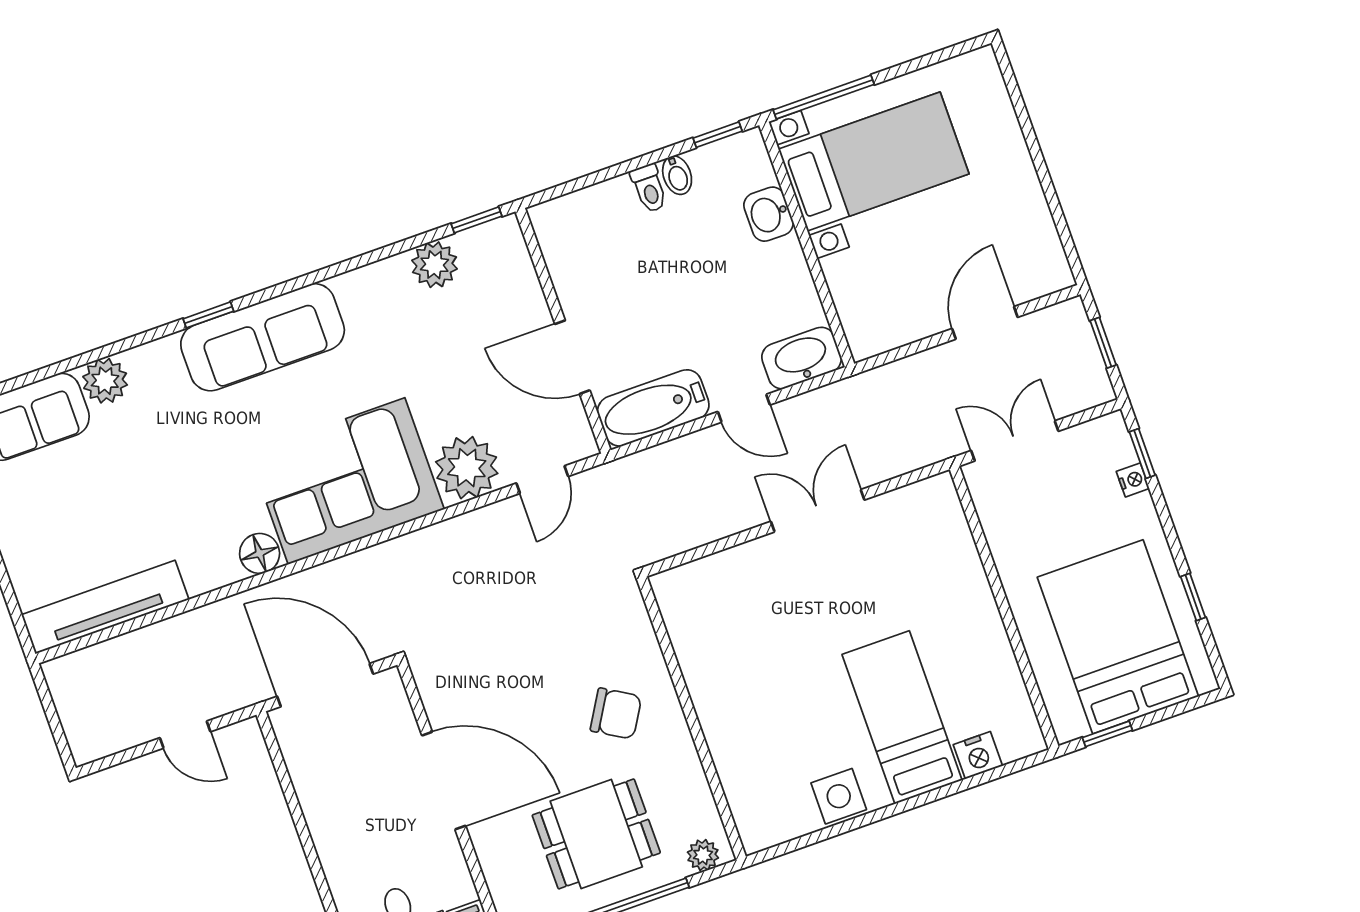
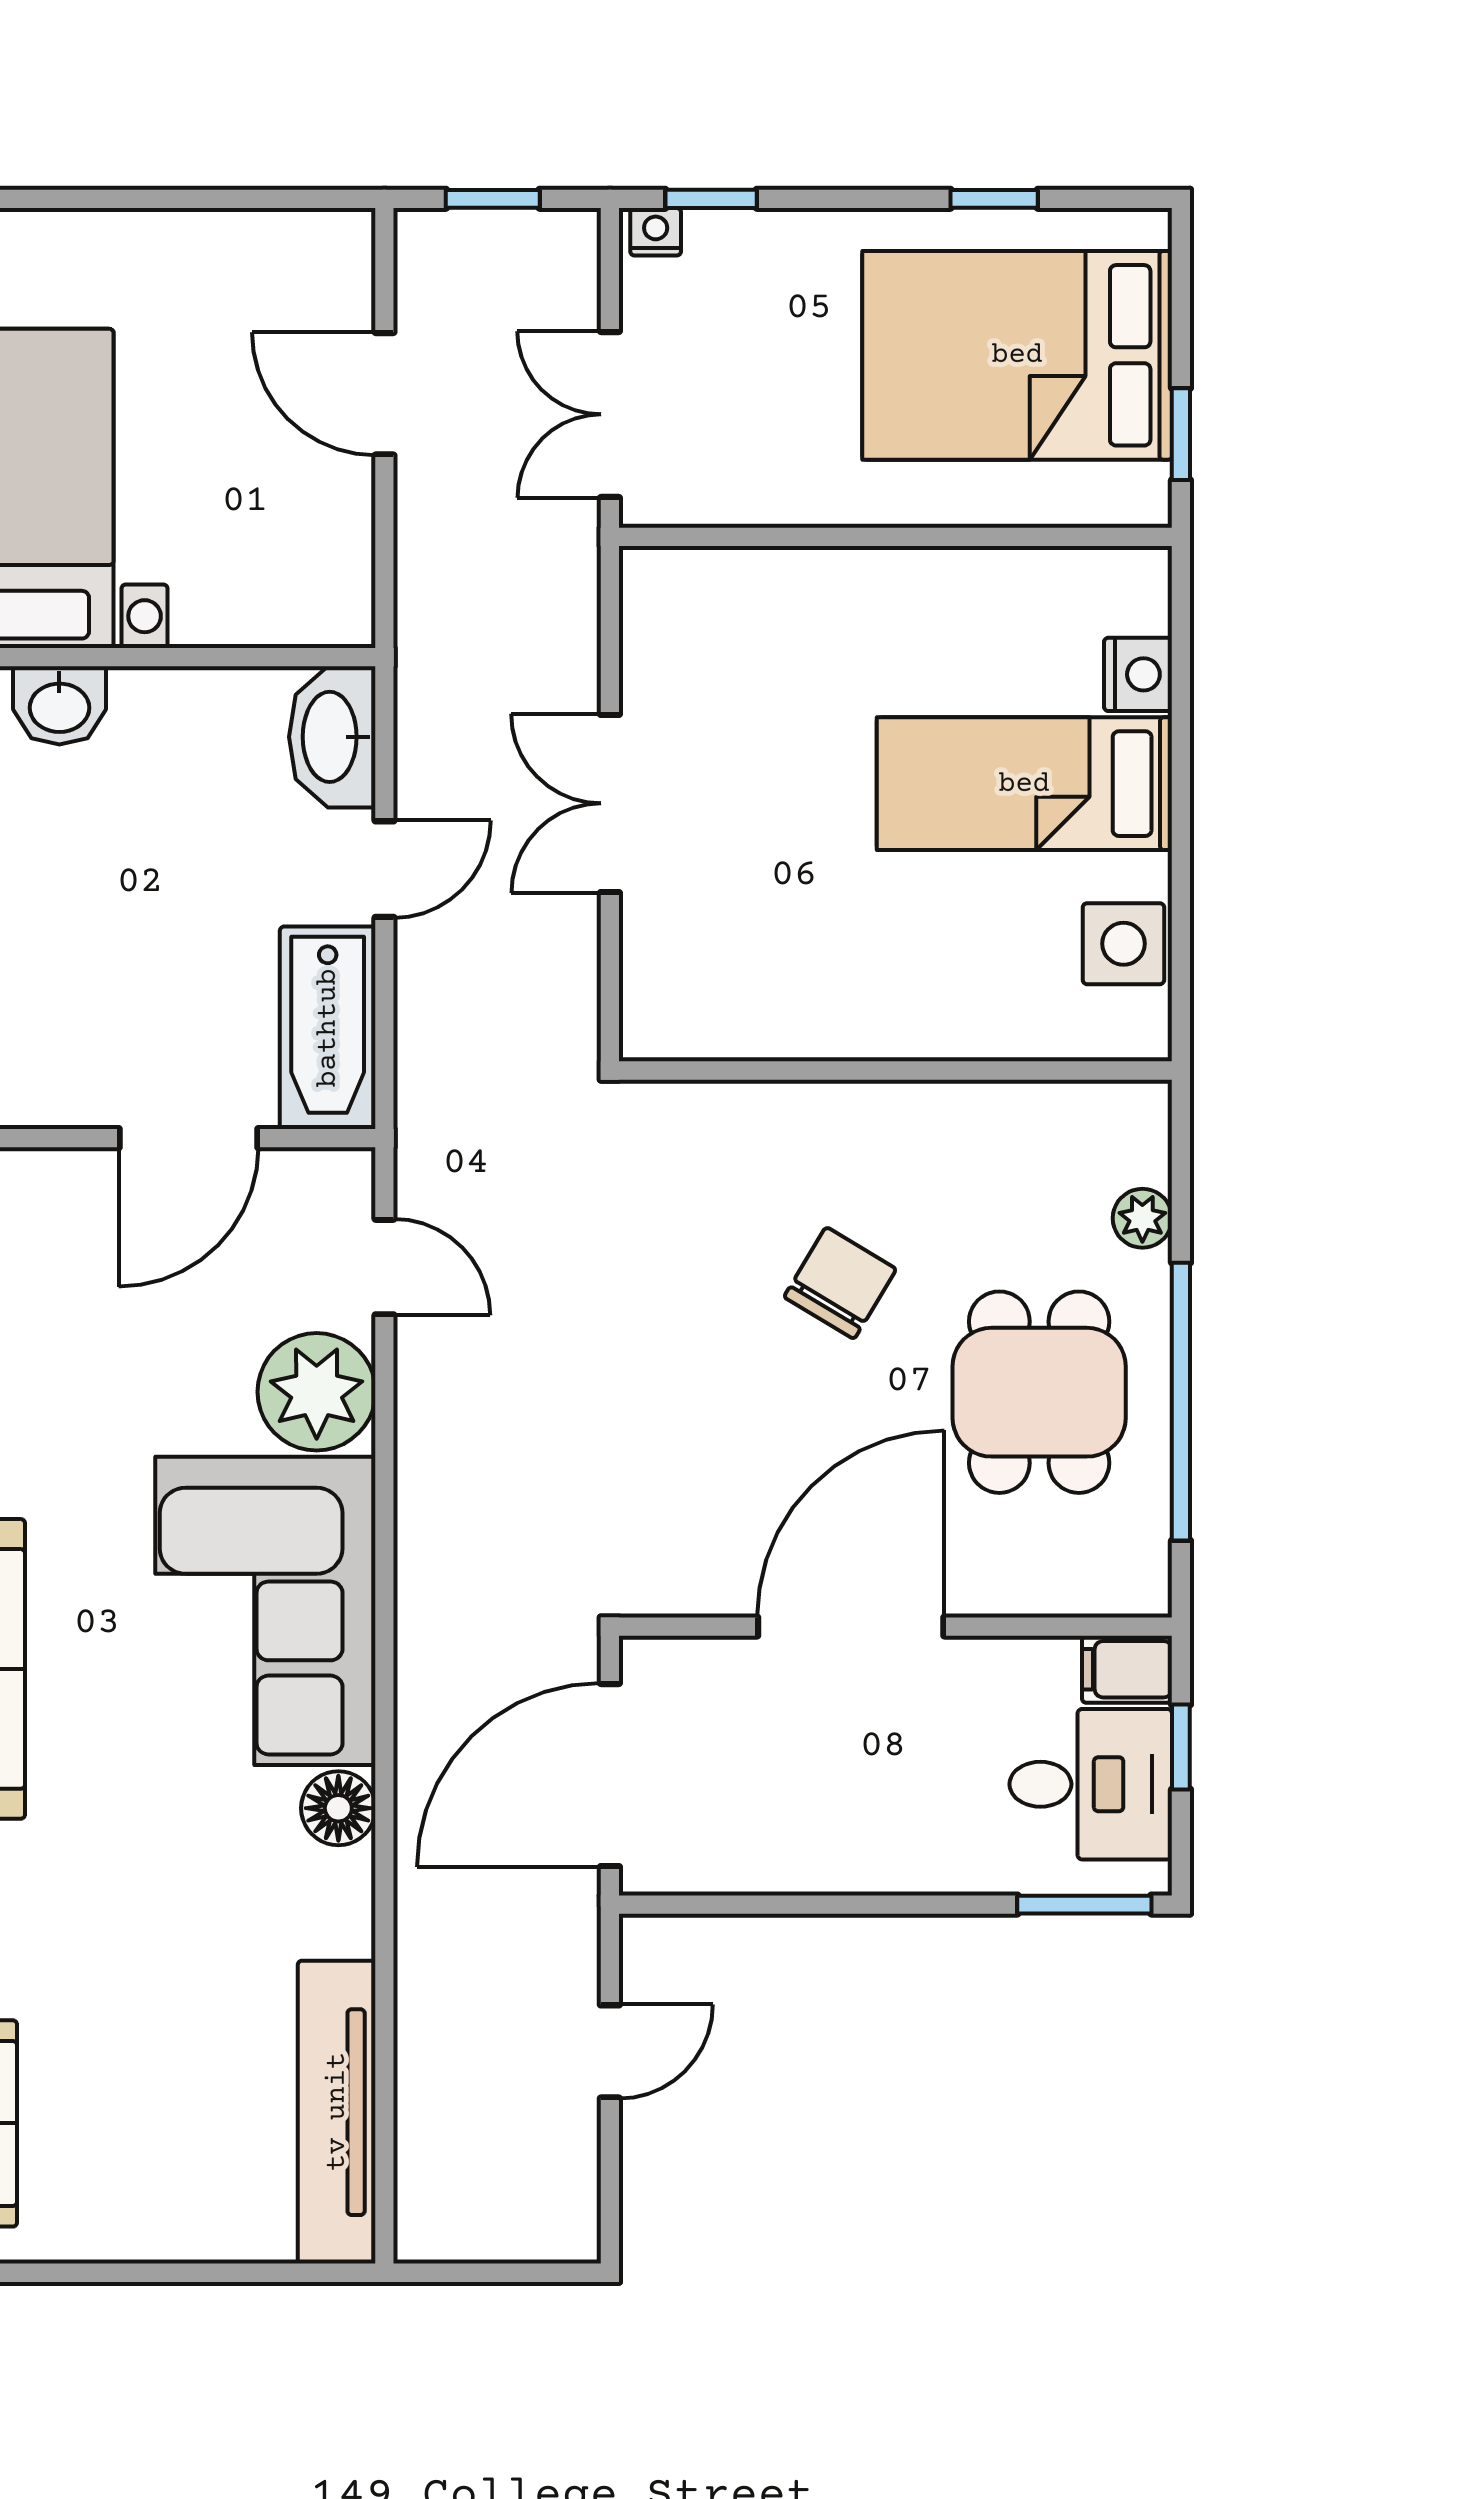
nightstand: (1133, 480) -> (656, 232), moved
wall: (692, 718) -> (895, 1070), moved

